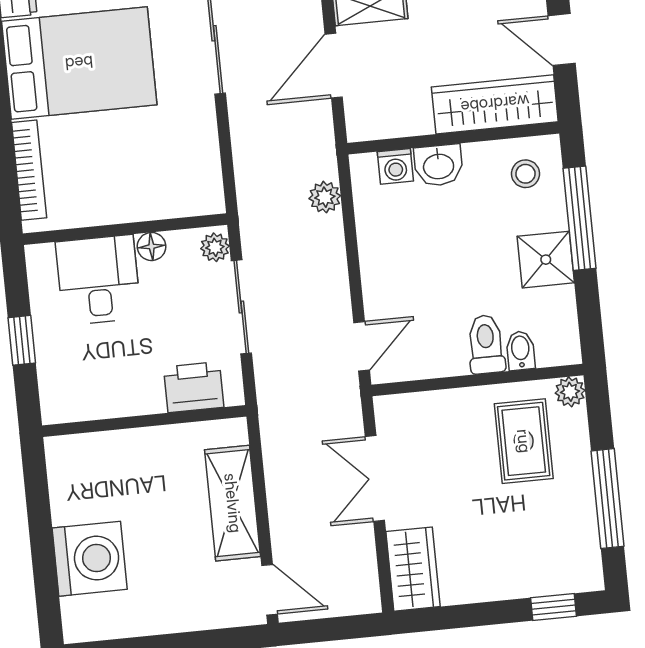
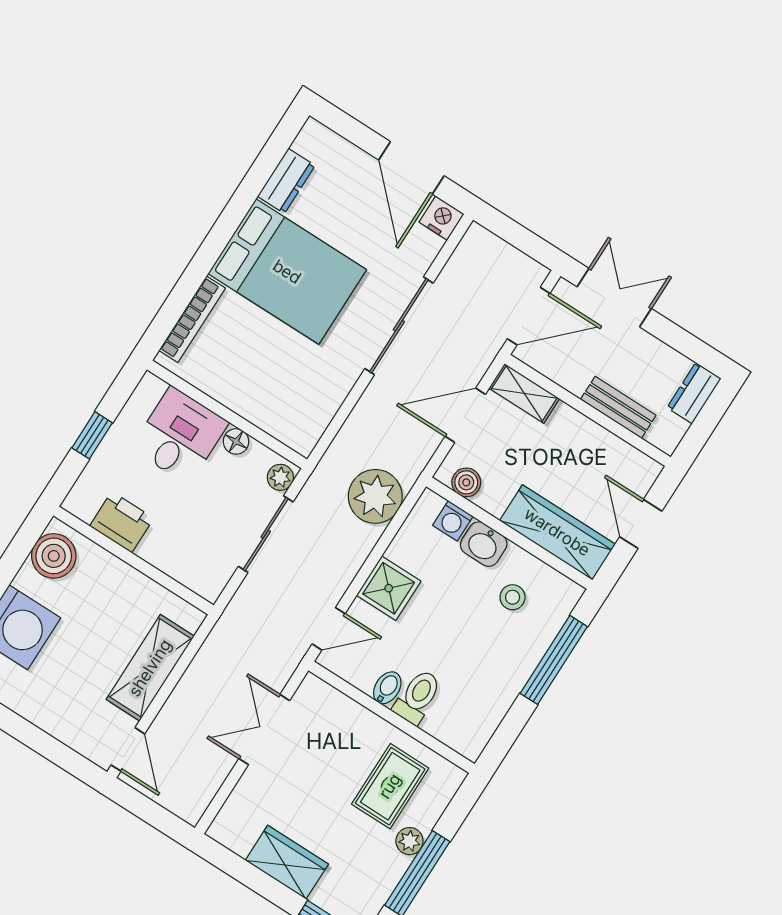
boiler: (381, 124) -> (466, 482), added
stool: (525, 174) -> (513, 597), moved
plant: (325, 197) -> (375, 496), width x1.87, depth x1.87
shower: (546, 260) -> (389, 588), moved
bidet: (521, 351) -> (387, 688), moved
printer: (194, 387) -> (122, 522), moved
plant: (570, 392) -> (409, 841), moved
boiler: (71, 472) -> (54, 556), added
wardrobe: (413, 569) -> (287, 862), moved, turned -90

